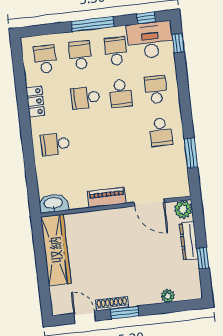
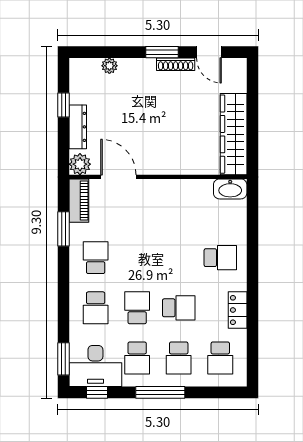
window: (178, 43) -> (63, 359), width x1.50
piano: (107, 198) -> (79, 201), moved, turned -90

